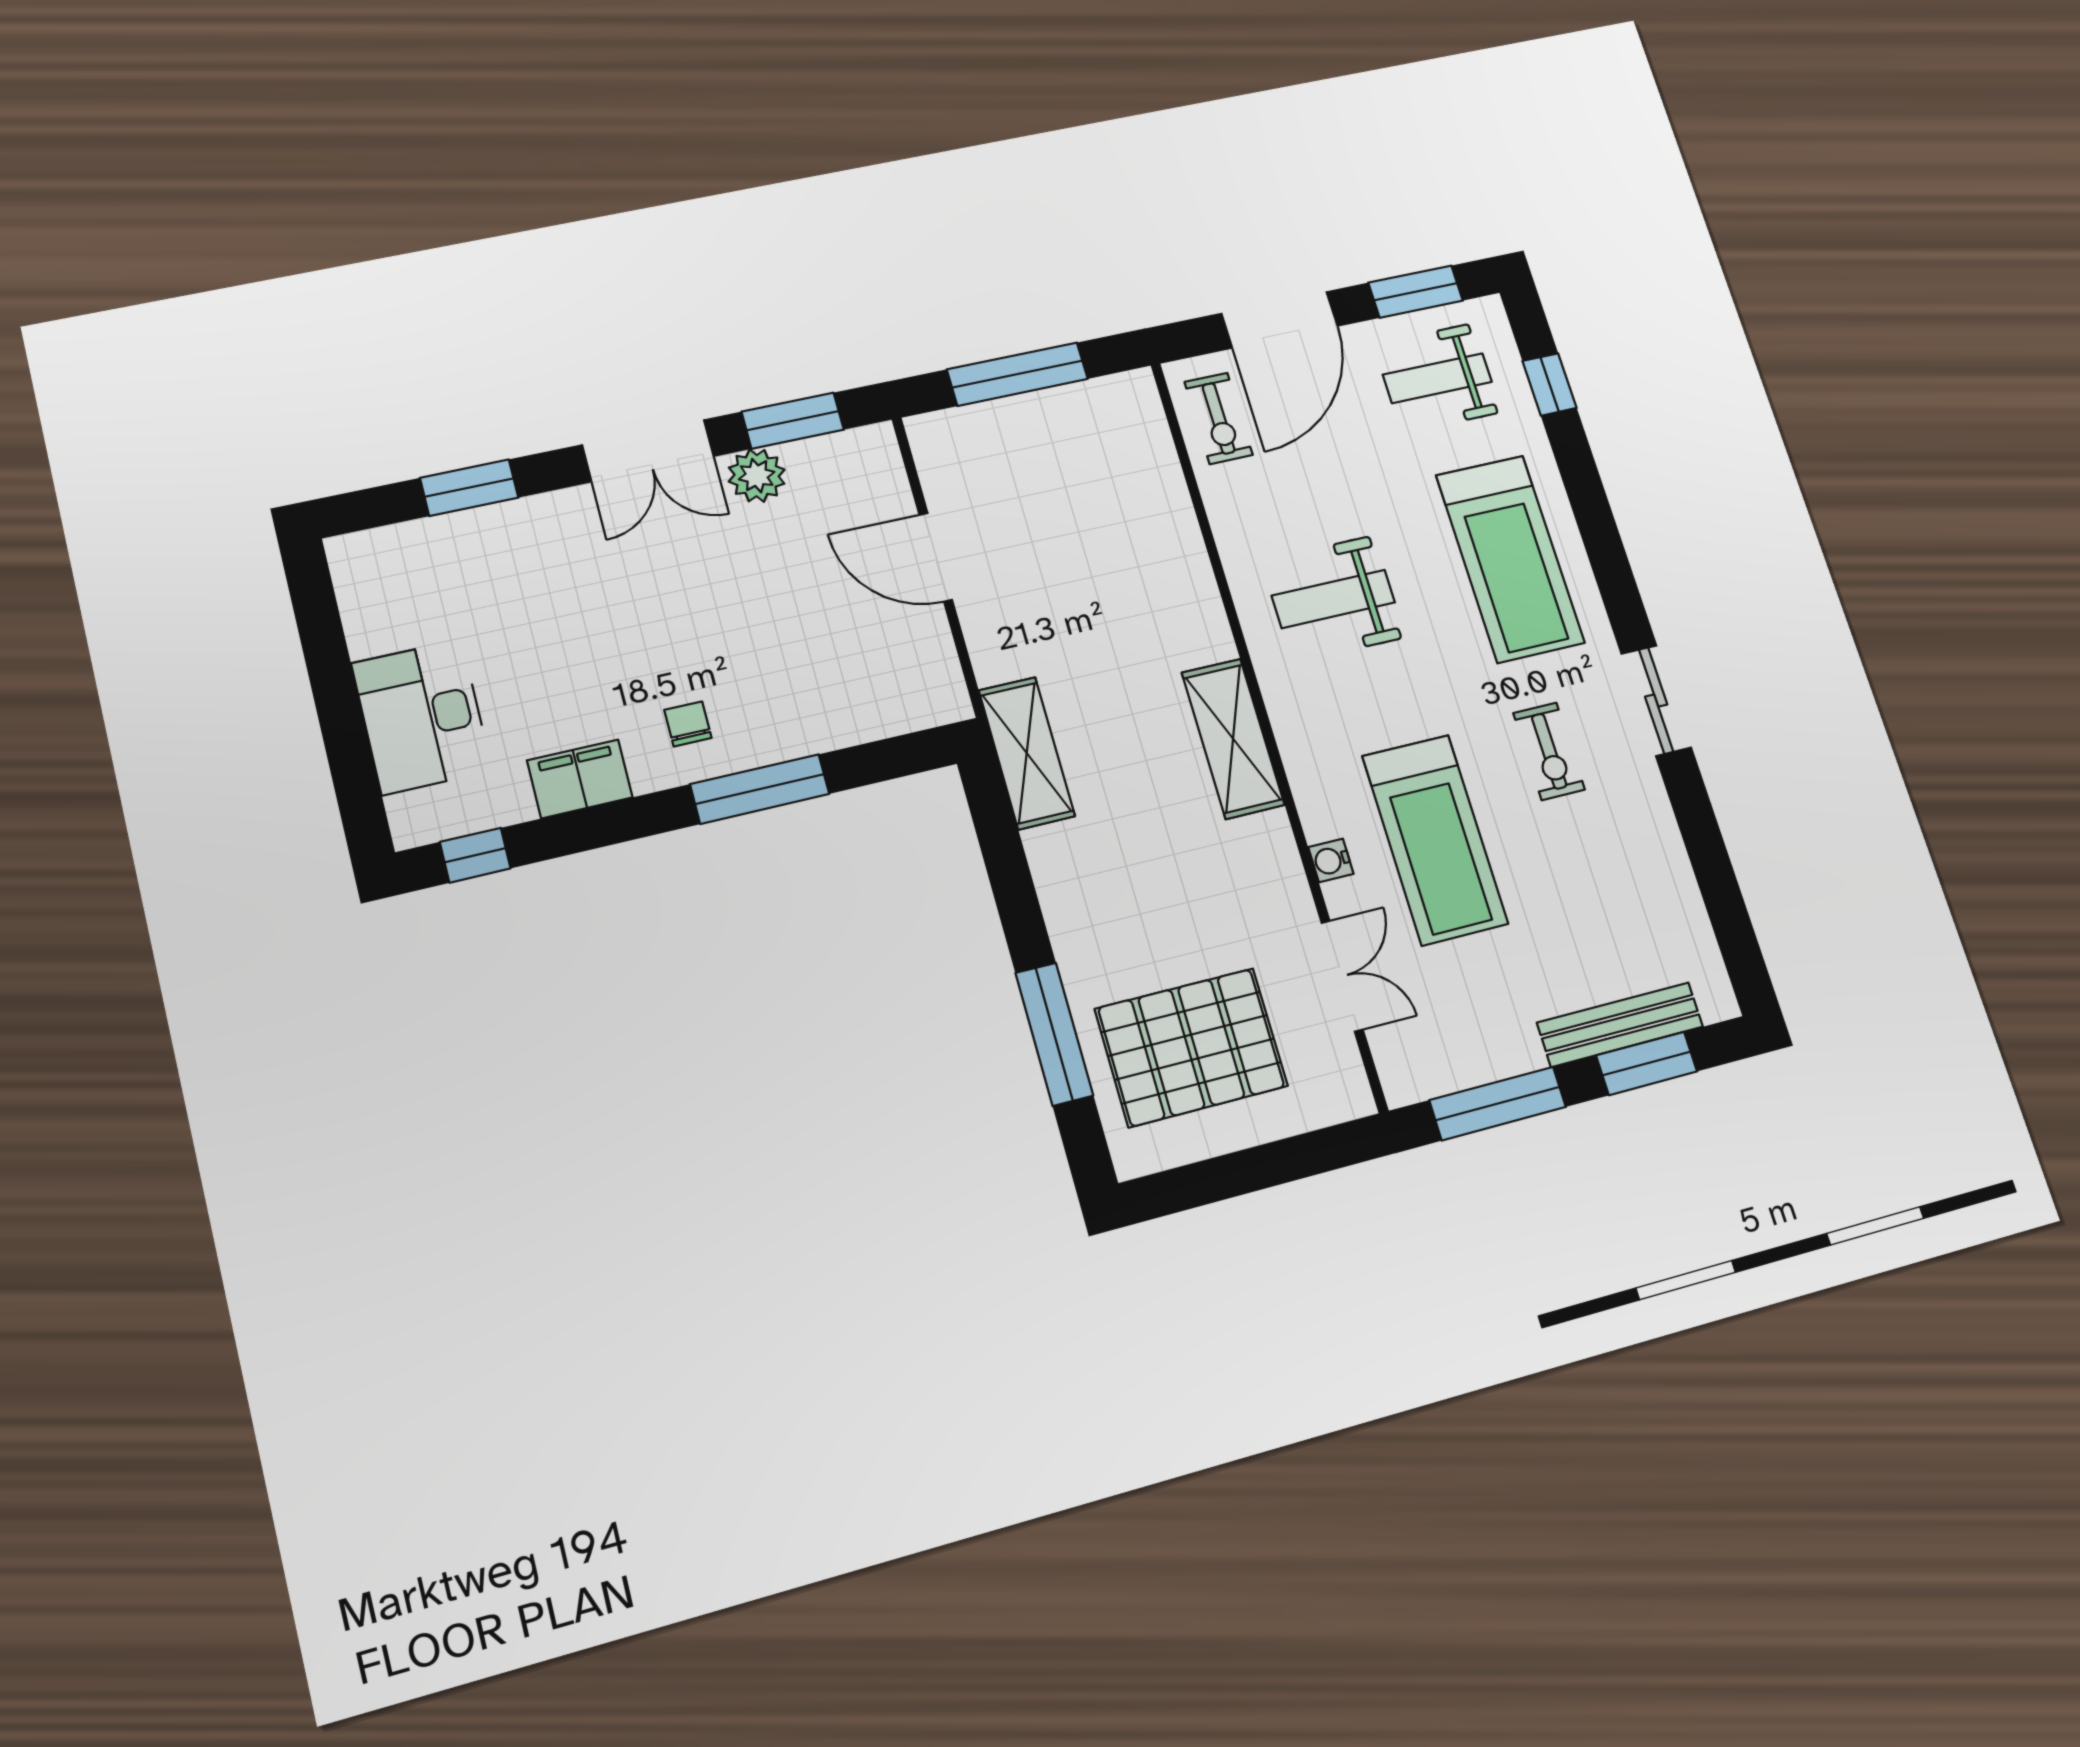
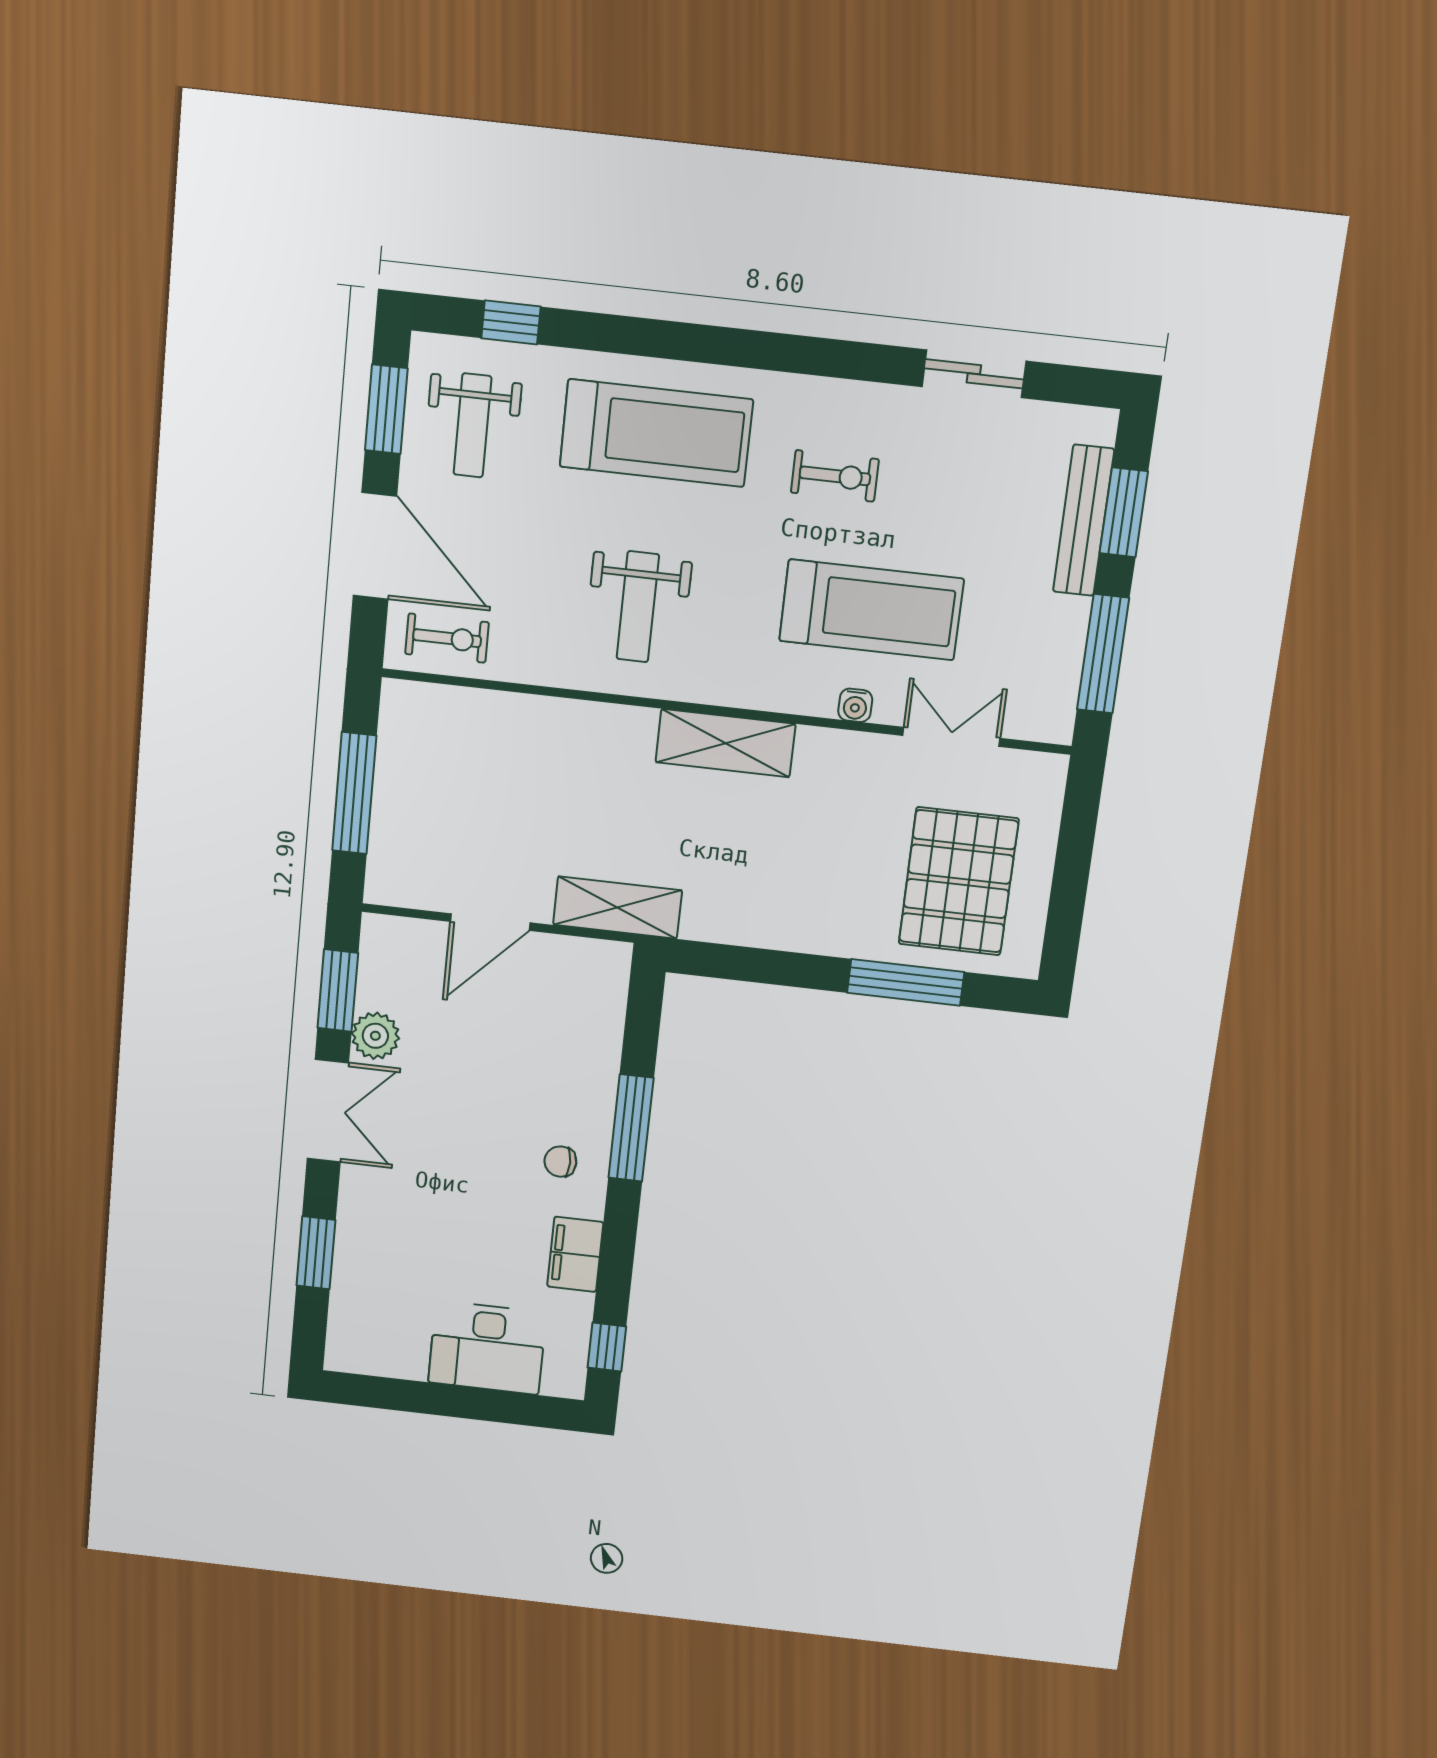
sliding door: (1656, 701) -> (974, 374), moved
shelving: (1027, 753) -> (617, 908), moved

